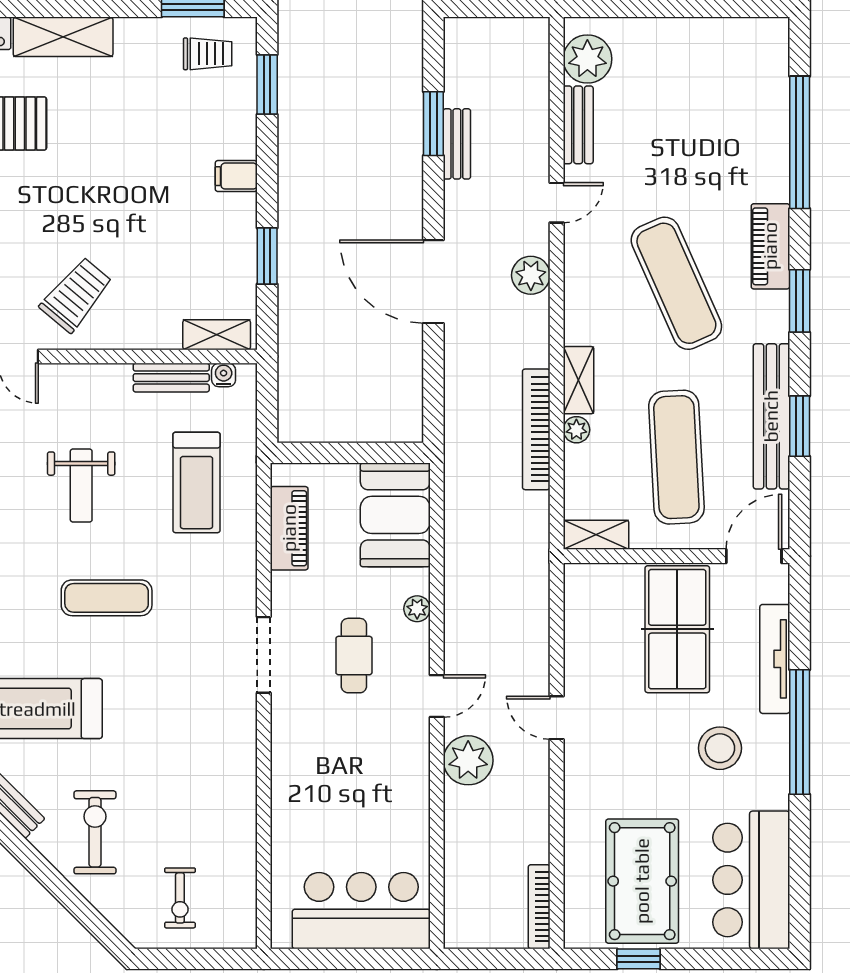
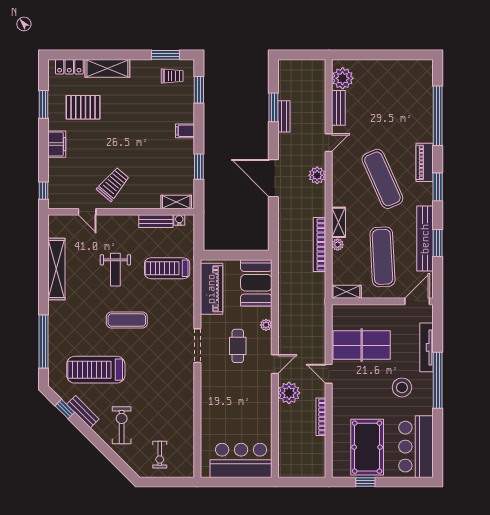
treadmill: (196, 482) -> (167, 268), turned 90
piano: (289, 528) -> (211, 289), width x1.37, depth x1.33
table tennis table: (677, 629) -> (362, 345), moved, turned 90
bookcase: (539, 907) -> (321, 417), moved

